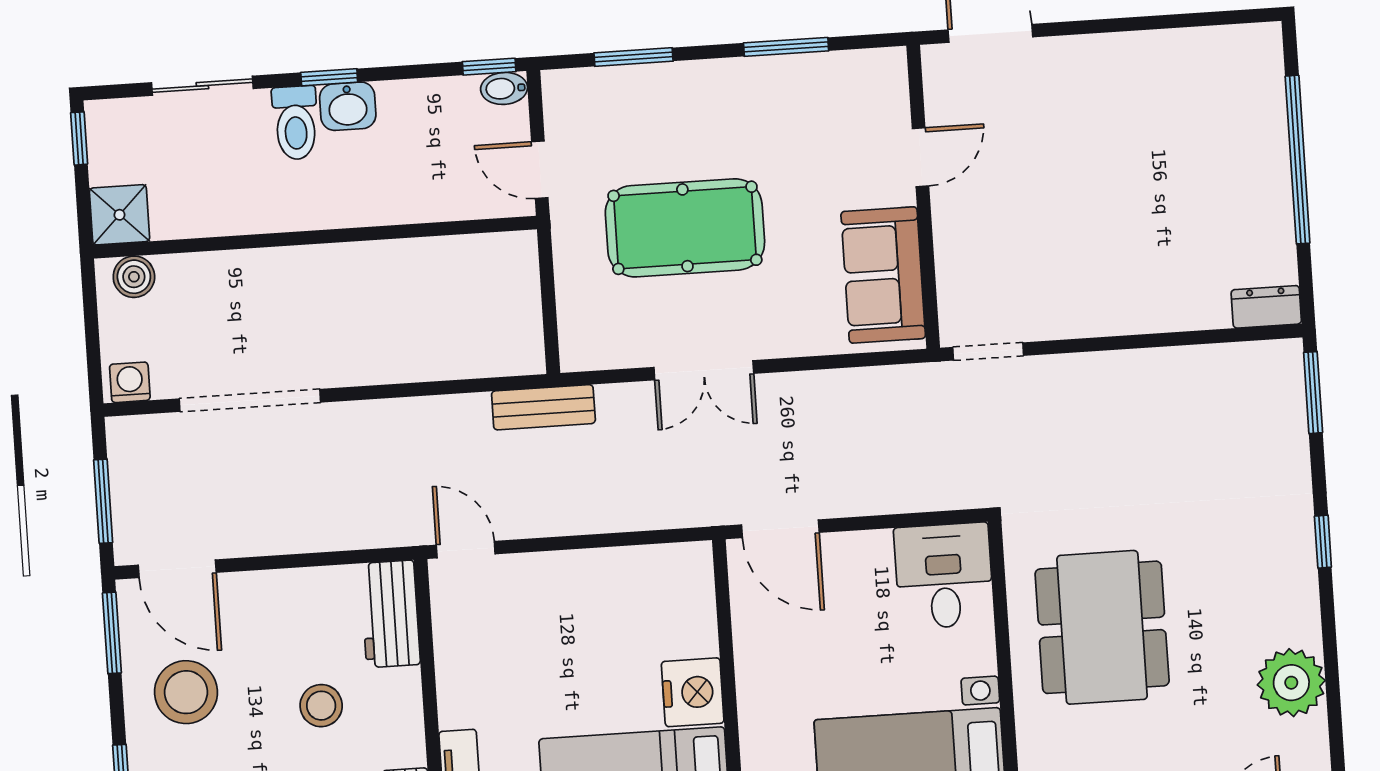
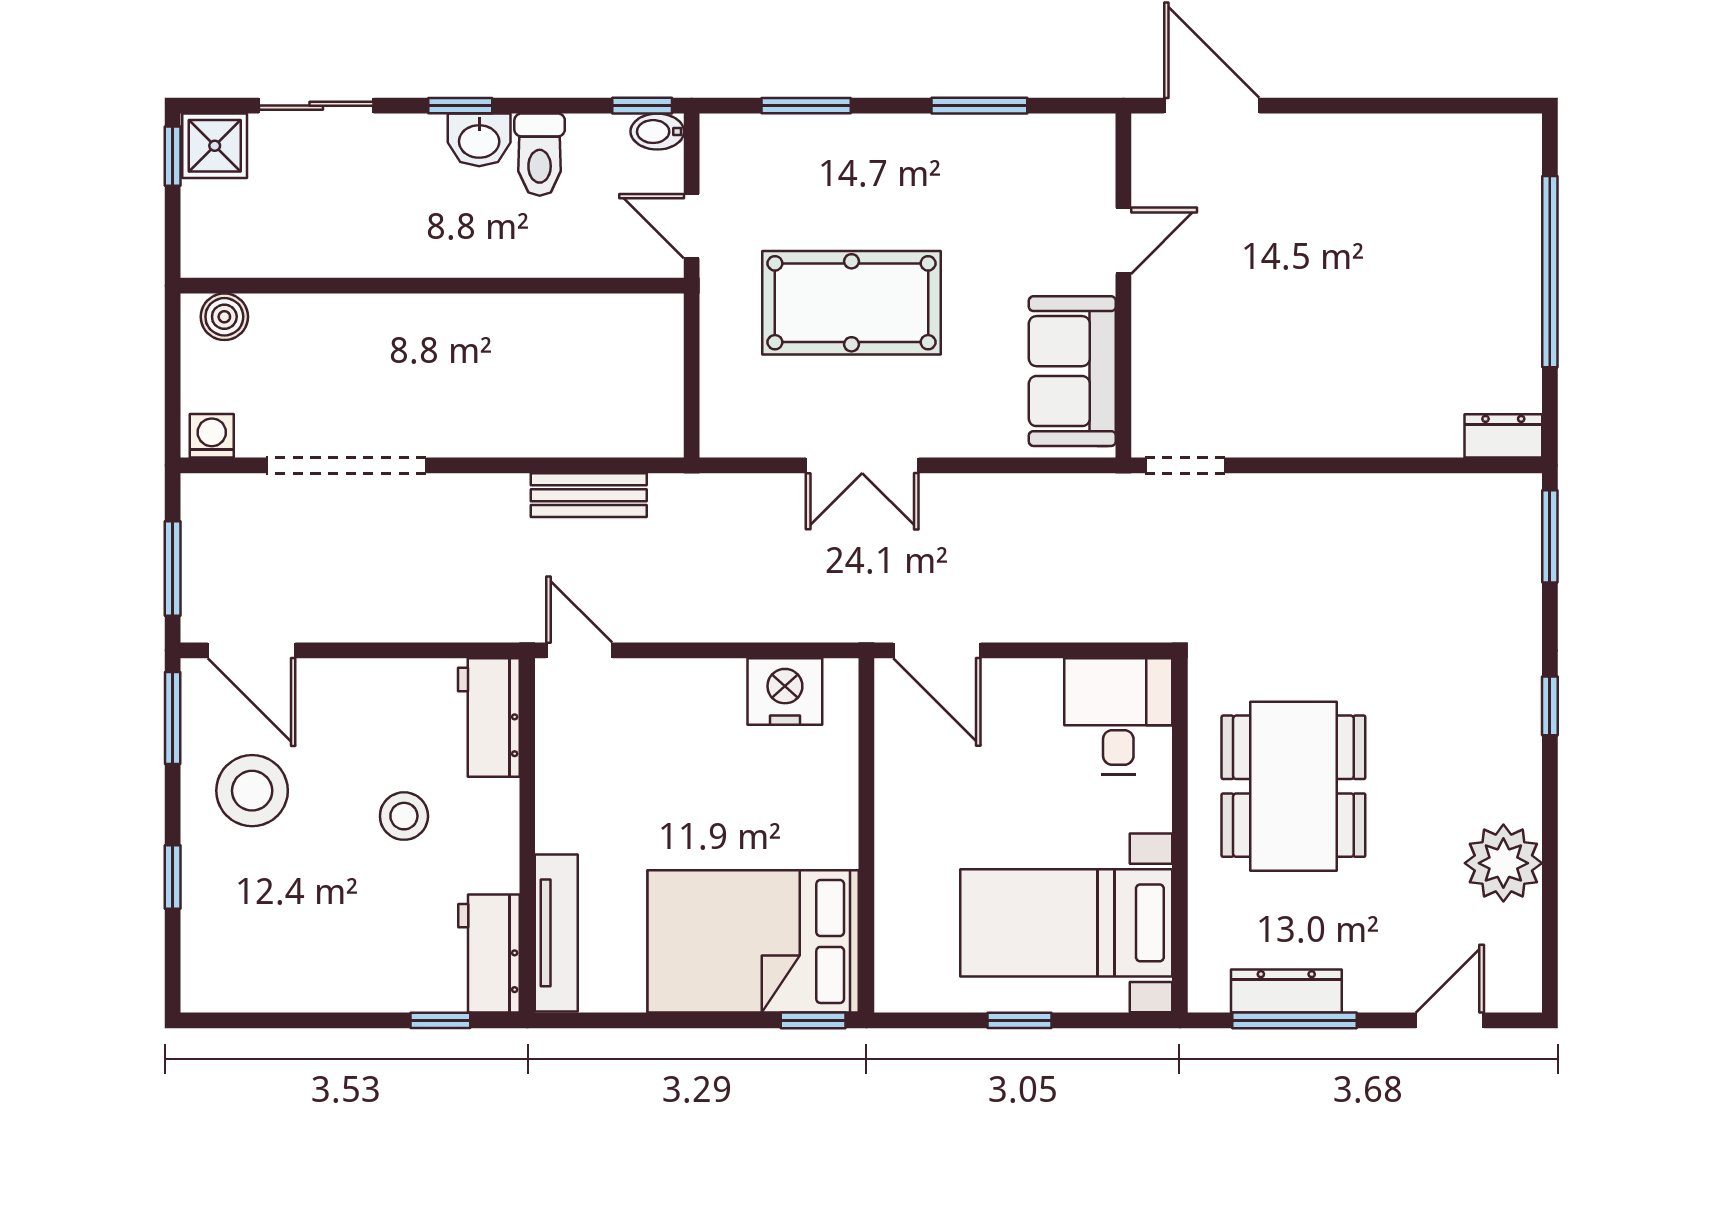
toilet: (295, 123) -> (540, 155), moved
shower: (119, 215) -> (215, 146), moved
bench: (543, 407) -> (589, 495), moved
nightstand: (693, 692) -> (785, 691), moved, turned -90

